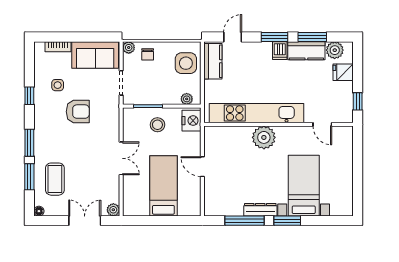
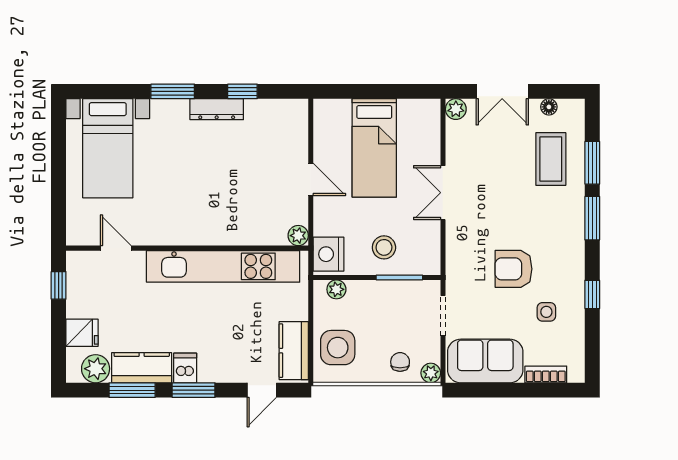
plant: (264, 137) -> (298, 236), moved, width x0.53, depth x0.53
bed with nightstands: (304, 186) -> (108, 148), moved
floor lamp: (39, 211) -> (549, 107), moved
window: (244, 221) -> (242, 91), width x0.46

